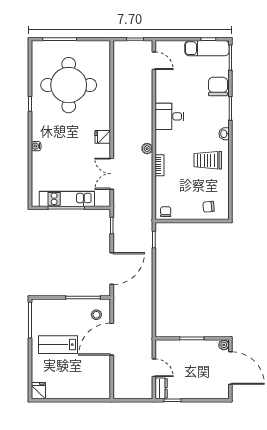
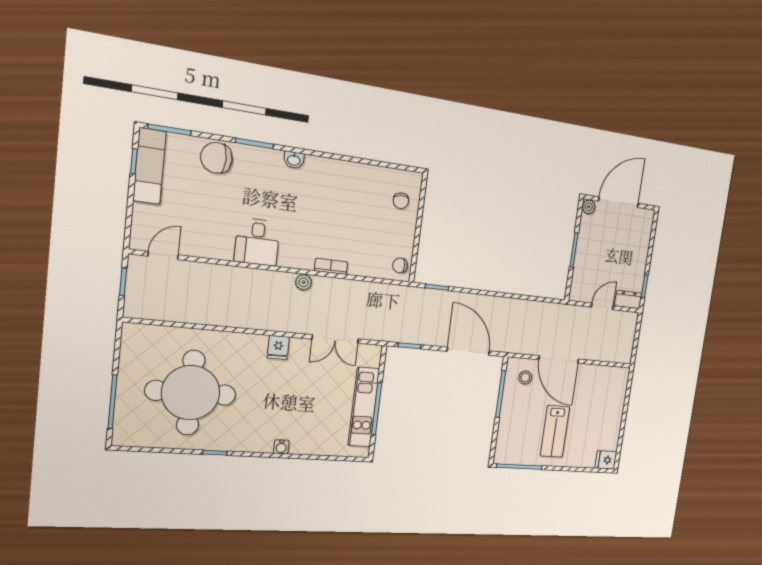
trolley: (208, 160) -> (332, 192), removed

